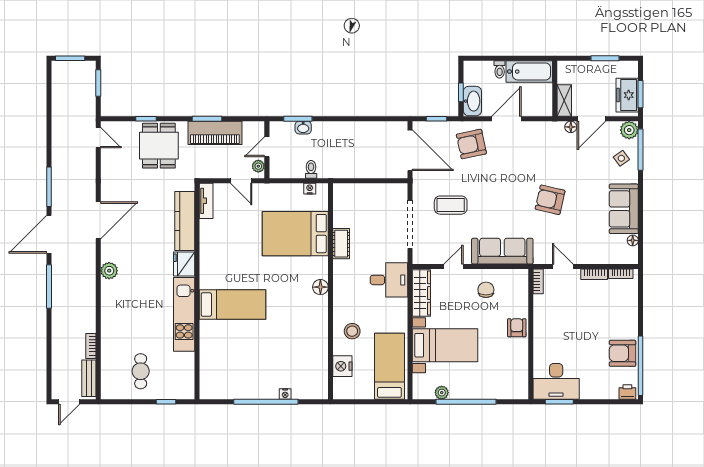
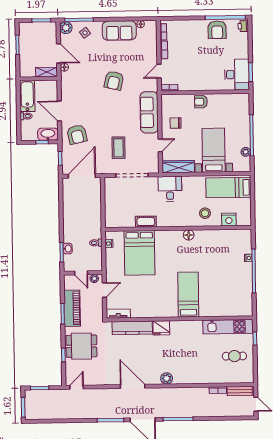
freezer: (627, 95) -> (42, 29), removed
door: (453, 267) -> (160, 145), swing flipped
floor lamp: (320, 287) -> (189, 235), moved
kitchen unit: (184, 314) -> (228, 327), moved

